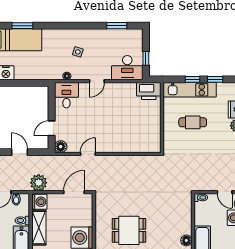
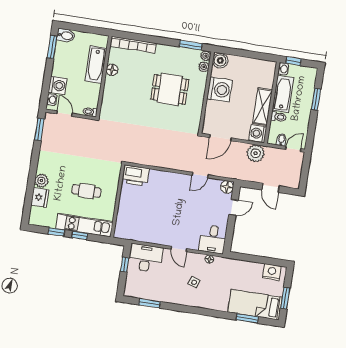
door: (97, 81) -> (179, 249), swing flipped
printer: (149, 91) -> (135, 175), moved, turned 180

